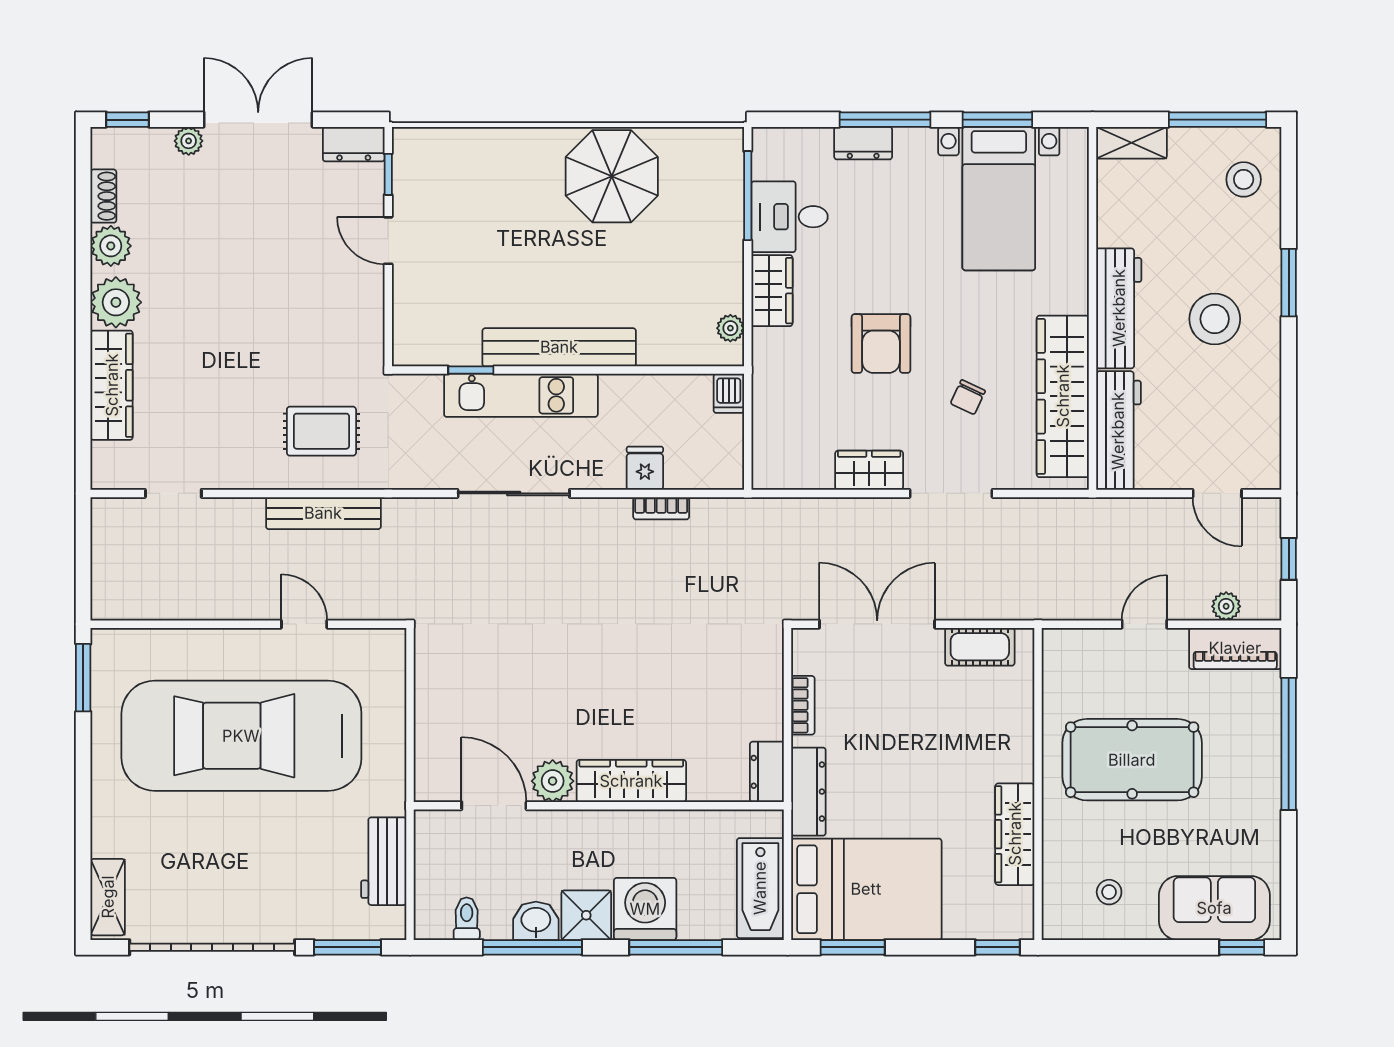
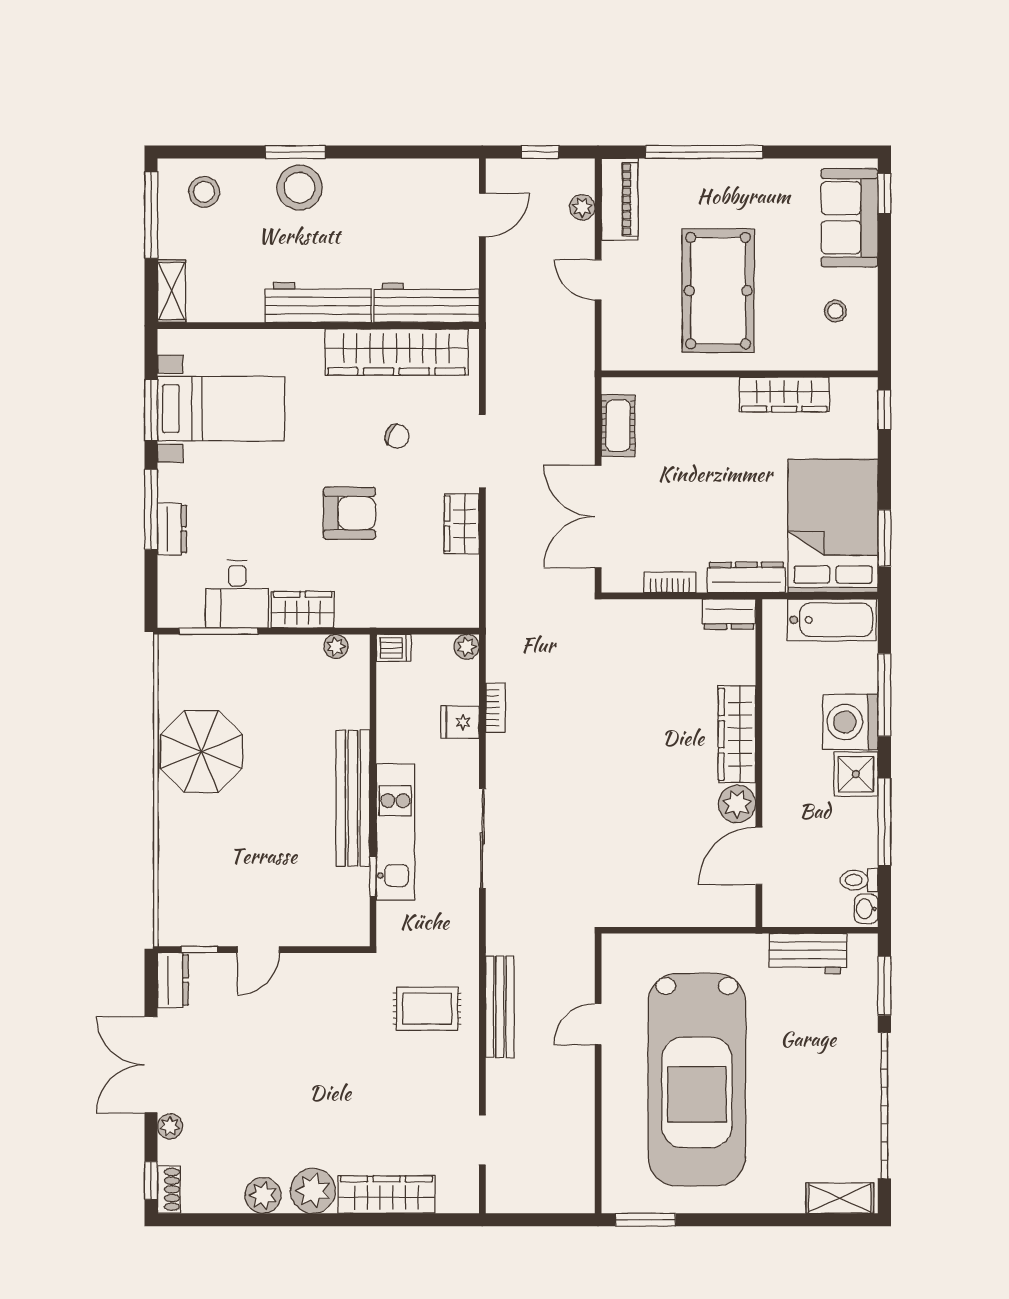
shoe rack: (103, 196) -> (169, 1189), moved, turned 90
stool: (1215, 319) -> (300, 188), moved
rug: (321, 431) -> (427, 1009), turned 90
plant: (730, 476) -> (467, 647), added
washbasin: (536, 921) -> (866, 909), moved, width x0.72, depth x0.69

